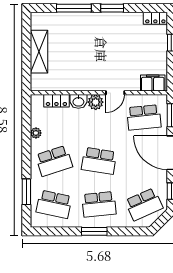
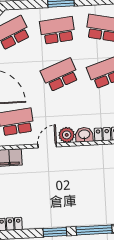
school desk: (99, 161) -> (60, 75), turned -30

